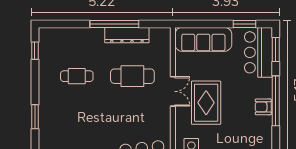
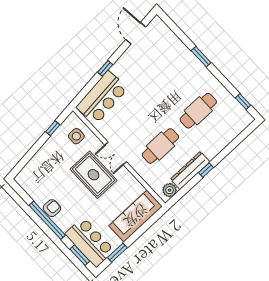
window: (114, 24) -> (206, 170), width x0.32
plant: (158, 35) -> (170, 190), added
cafe table: (77, 76) -> (198, 111), width x1.37, depth x1.35
double door: (173, 91) -> (116, 153), moved

